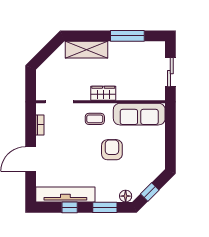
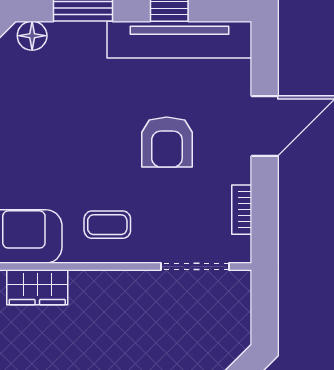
wardrobe: (103, 93) -> (37, 287), moved
armchair: (112, 150) -> (167, 142), moved

